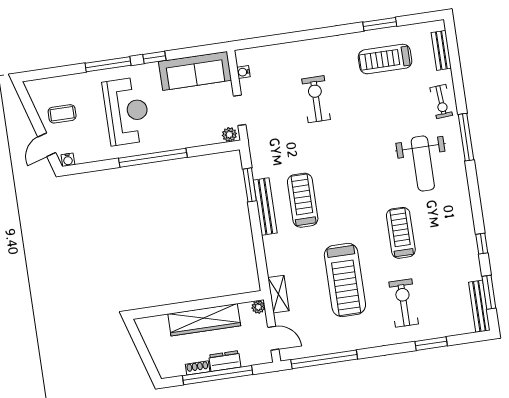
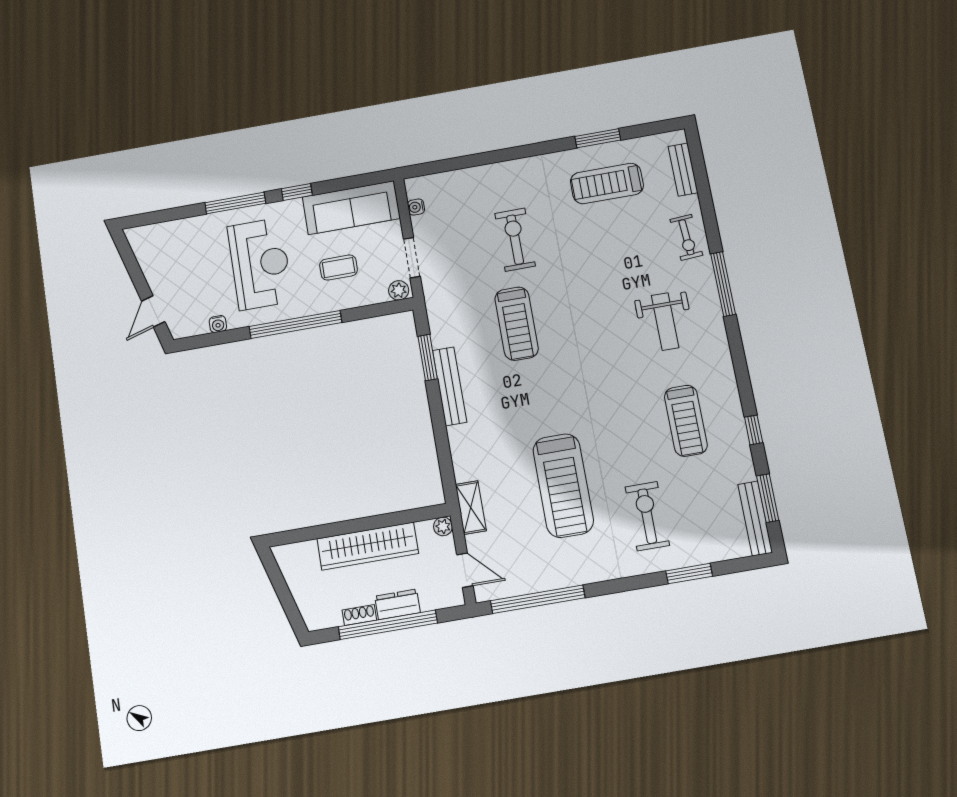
coffee table: (62, 114) -> (339, 268), moved
water cooler: (68, 160) -> (218, 324), moved
weight bench: (423, 163) -> (665, 322), width x0.73, depth x0.75
treadmill: (303, 200) -> (517, 324), moved, turned 180
treadmill: (401, 233) -> (686, 421), moved, turned 180

